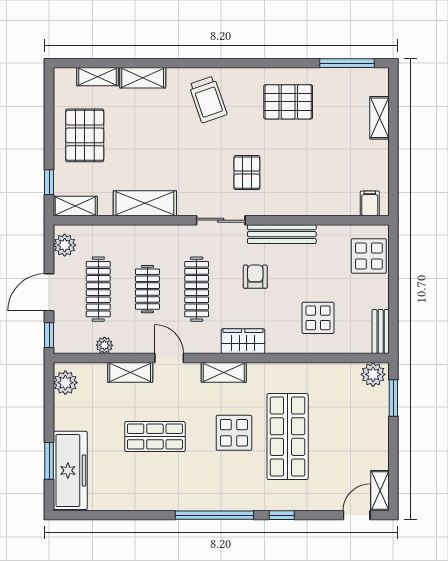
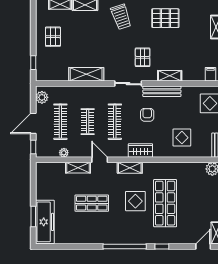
pallet: (85, 135) -> (53, 37), width x0.67, depth x0.71
shelving: (75, 206) -> (170, 76), moved
plant: (65, 383) -> (42, 173), removed

